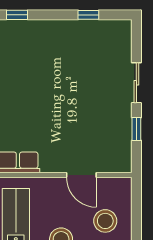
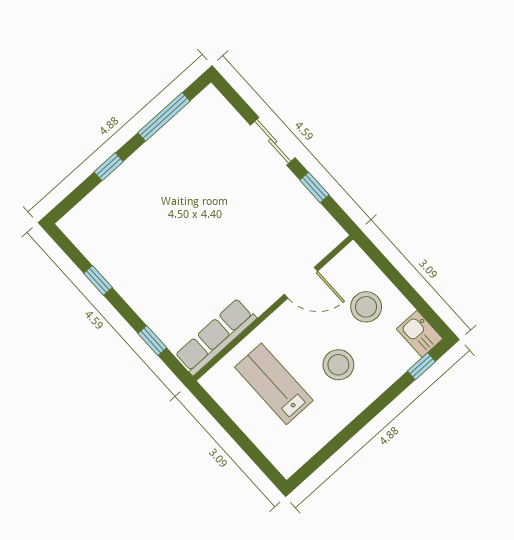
window: (17, 15) -> (109, 167), moved
window: (88, 15) -> (164, 117), width x2.17

